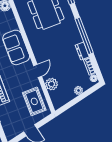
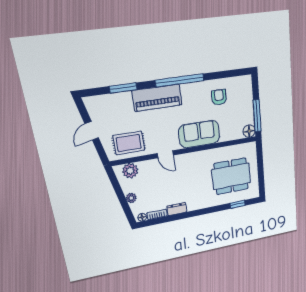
window: (84, 36) -> (193, 214), removed
plant: (52, 84) -> (130, 171), moved

